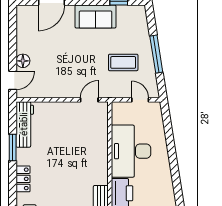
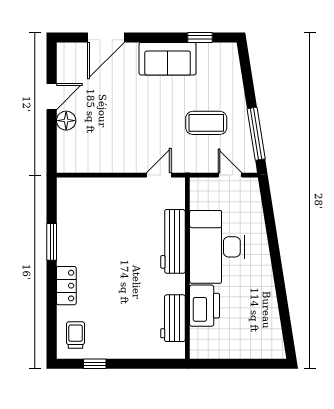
window: (156, 54) -> (256, 134), moved
door: (13, 80) -> (52, 97), moved
workbench: (25, 124) -> (173, 241), moved, turned 180

